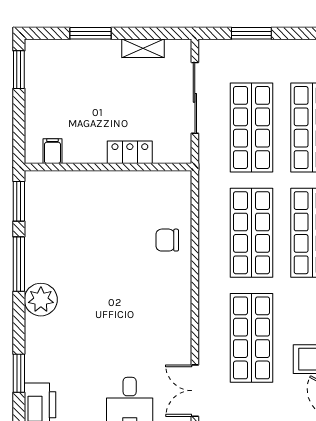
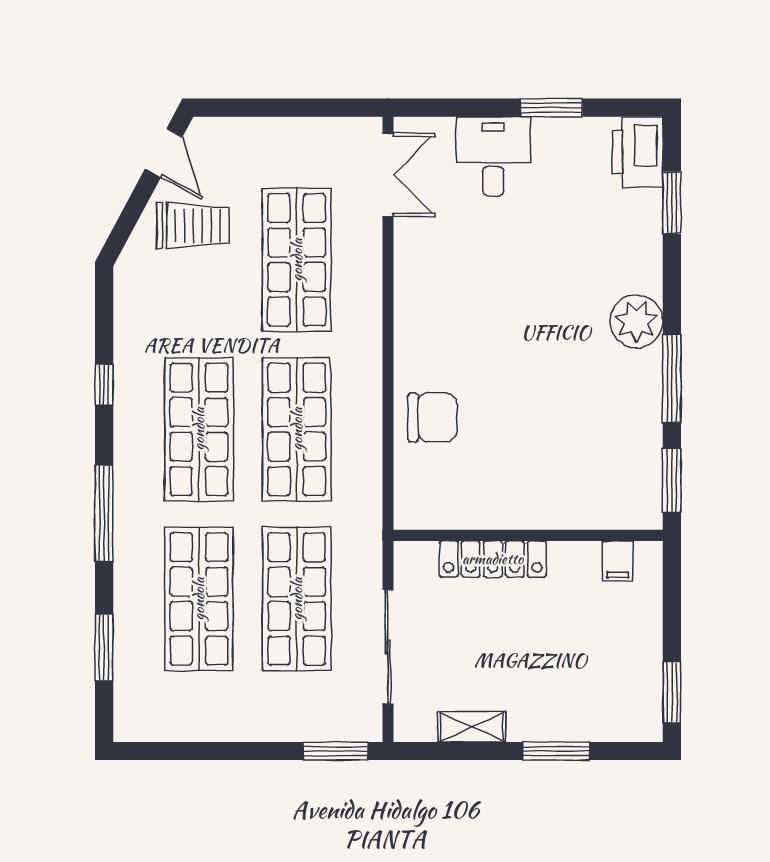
window: (251, 33) -> (336, 751), moved
locker: (130, 152) -> (493, 559), width x1.53
chair: (167, 240) -> (433, 417), width x1.37, depth x1.37

